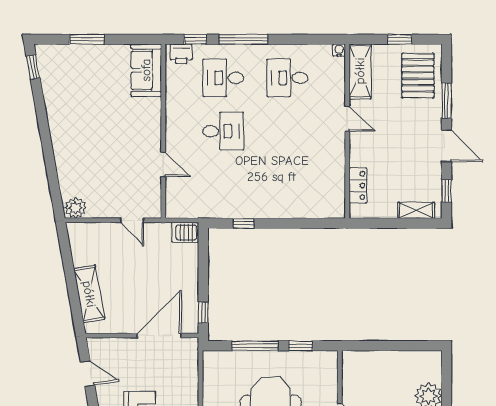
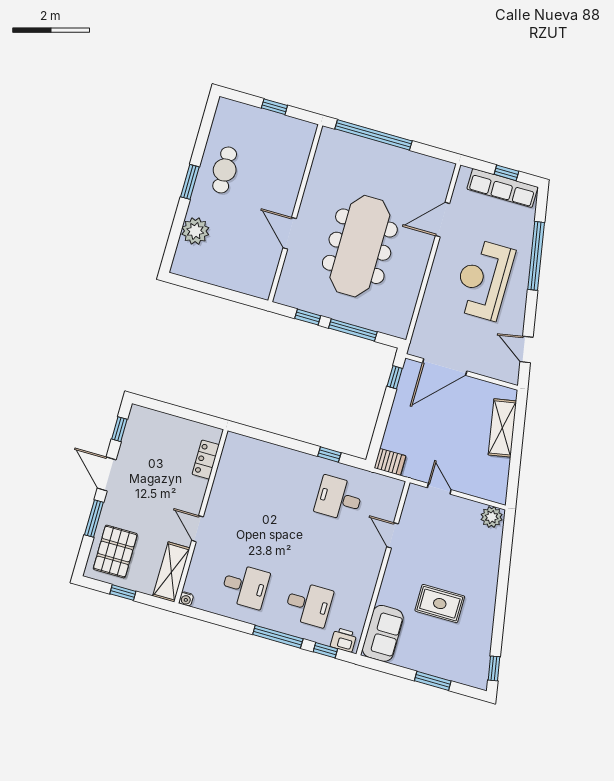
rug: (101, 113) -> (440, 604), added
desk: (223, 131) -> (339, 498), moved
shelving: (416, 210) -> (155, 419), removed

